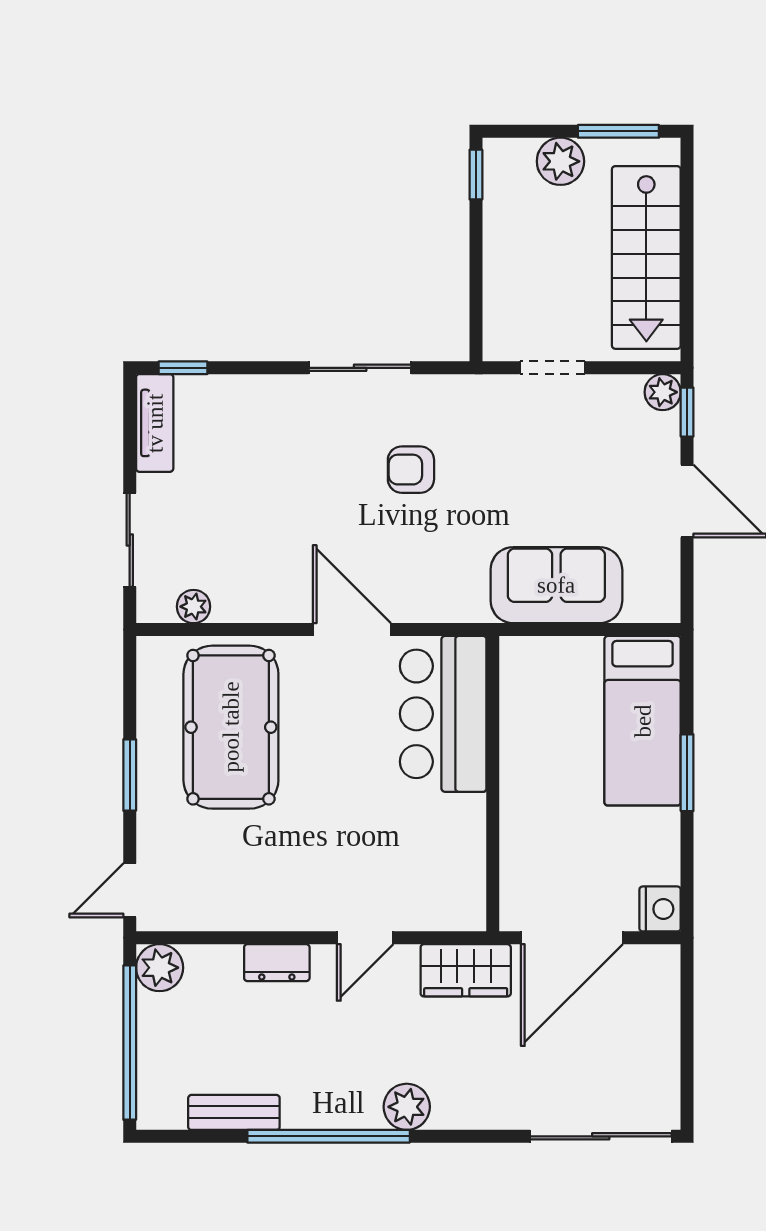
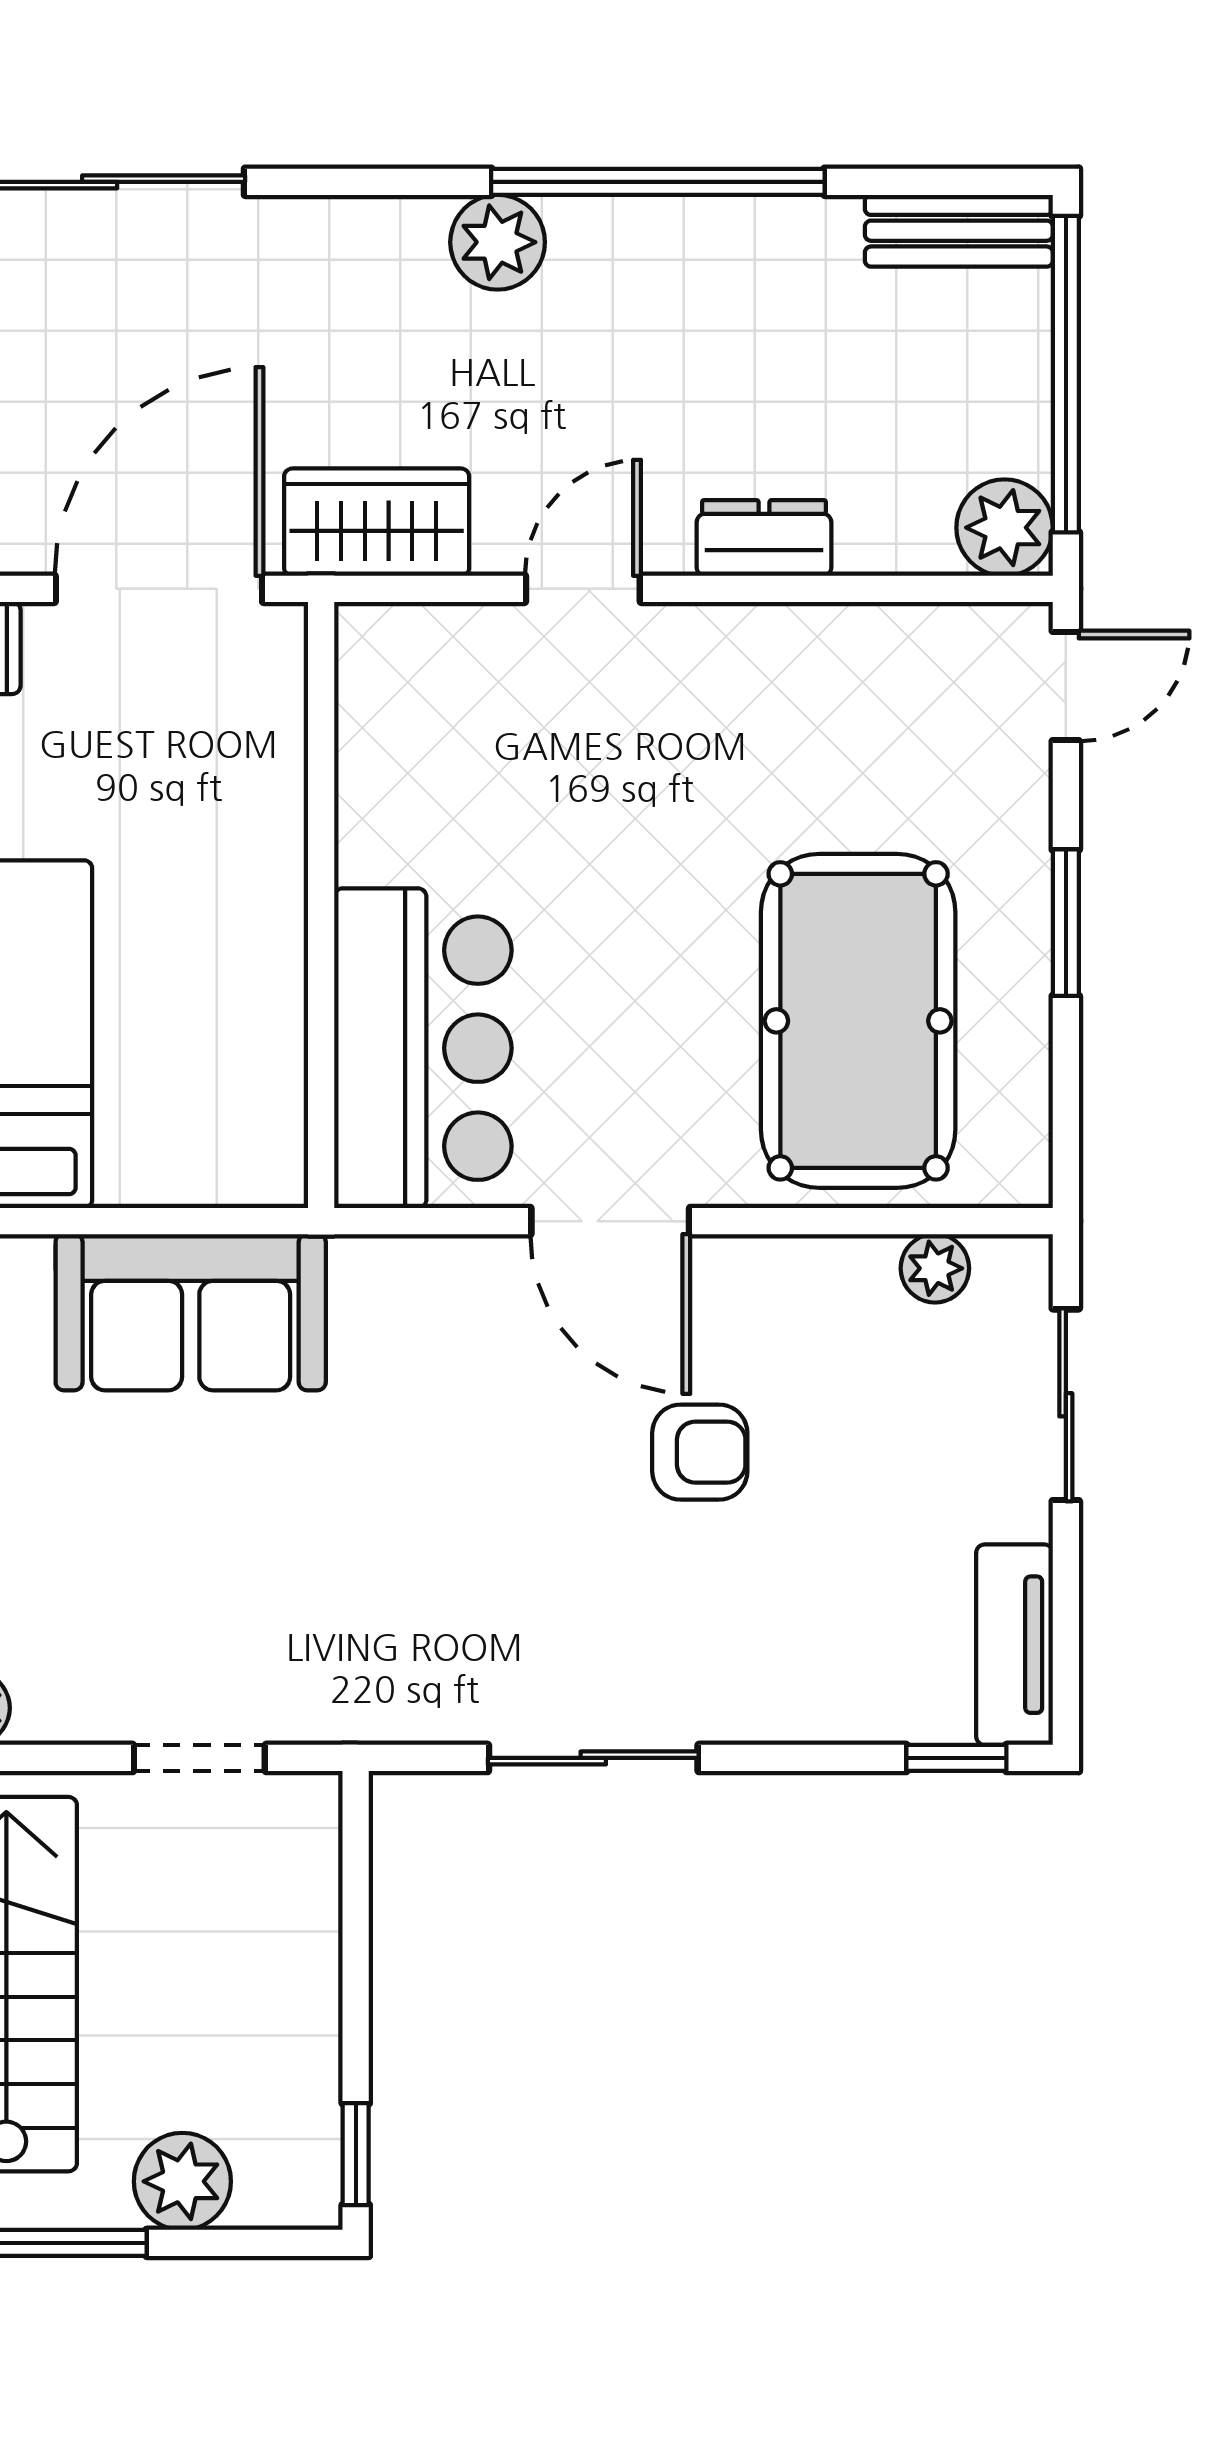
armchair: (411, 470) -> (700, 1452), moved
bench: (234, 1112) -> (959, 231), moved

